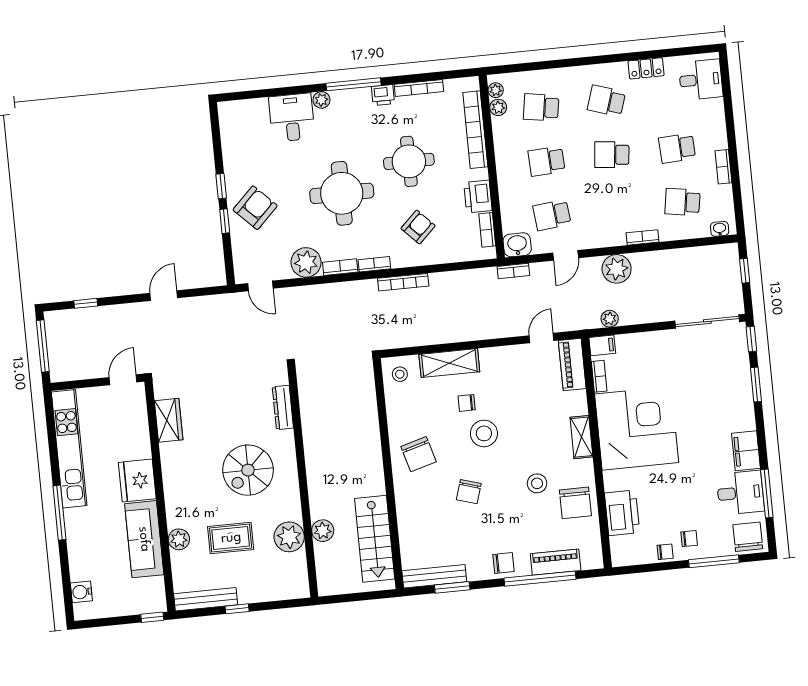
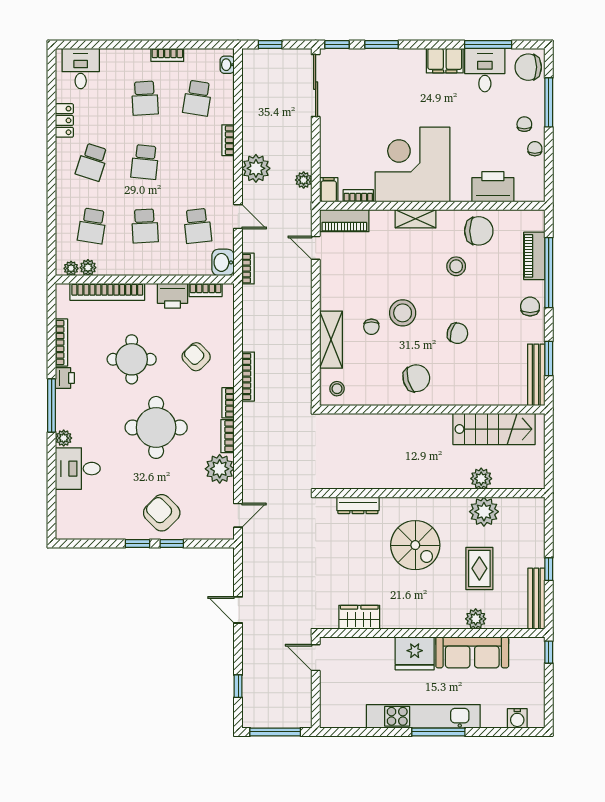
kitchen unit: (69, 449) -> (423, 716), moved

